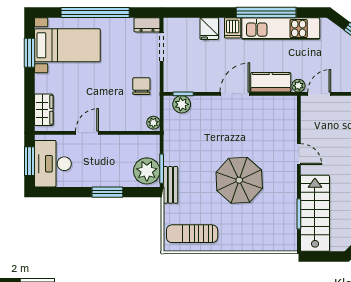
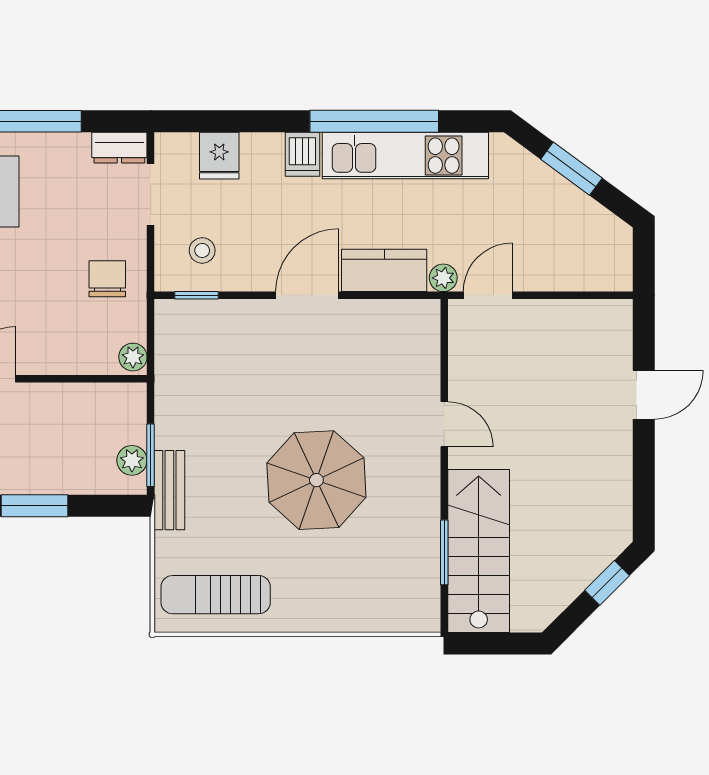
fridge: (209, 29) -> (219, 156), moved
stool: (186, 73) -> (202, 250), added
plant: (182, 104) -> (193, 318), removed
plant: (147, 171) -> (132, 460), width x0.53, depth x0.53

